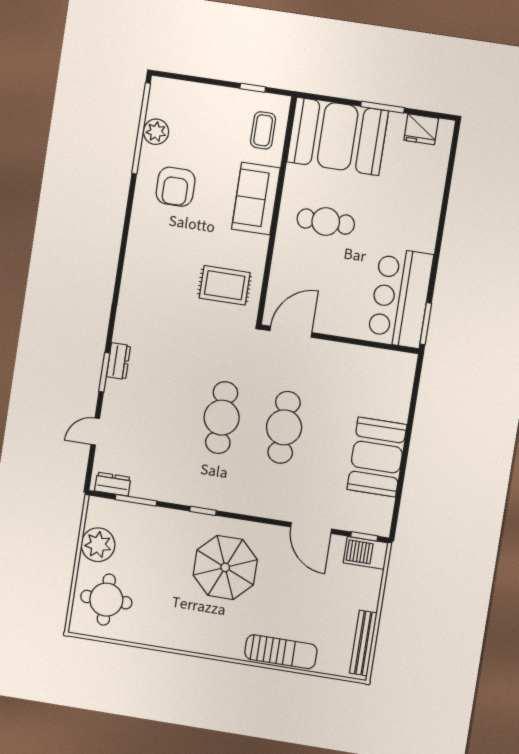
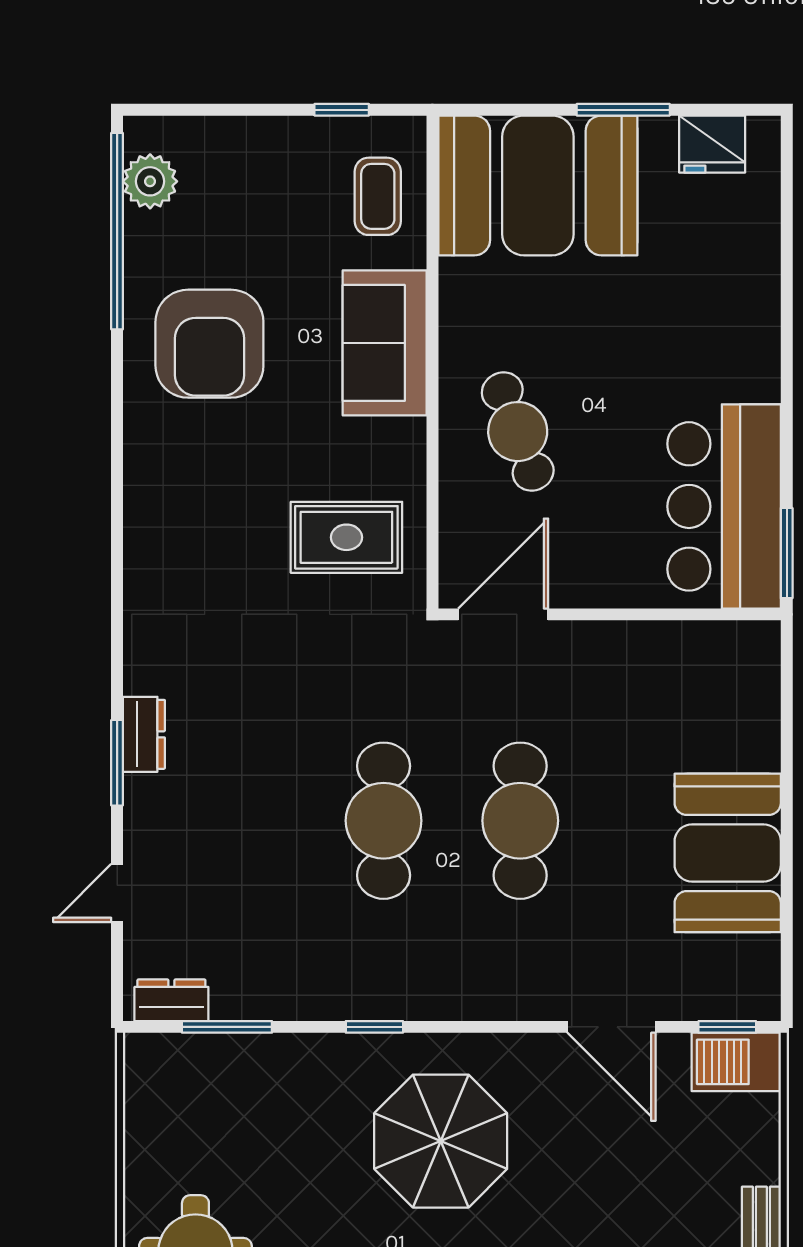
plant: (156, 132) -> (150, 181), moved
armchair: (176, 187) -> (209, 344), width x1.36, depth x1.36
cafe table: (326, 222) -> (518, 432), moved, turned 69
plant: (98, 545) -> (160, 1136), removed

